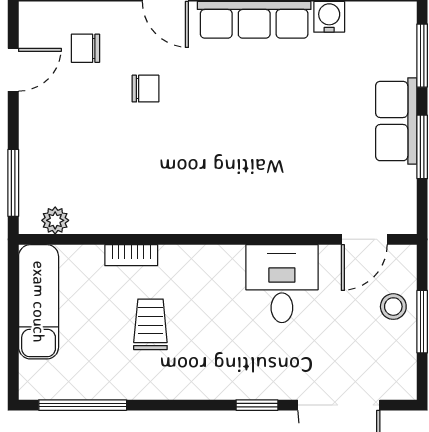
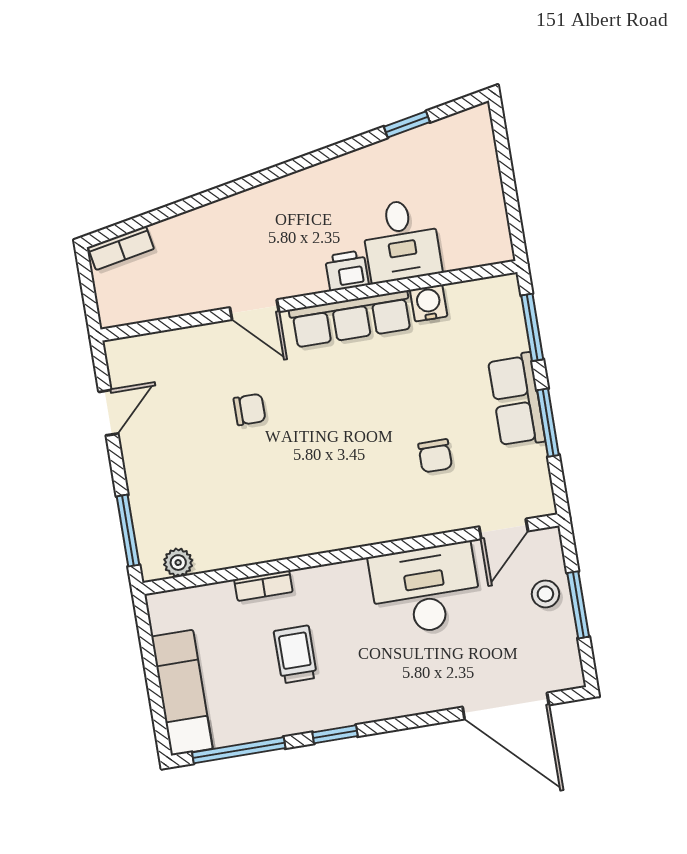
chair: (85, 48) -> (435, 456), moved, turned -90
desk: (282, 284) -> (425, 589), width x1.37
exam couch: (39, 302) -> (182, 693), moved
window: (257, 405) -> (335, 734), moved

